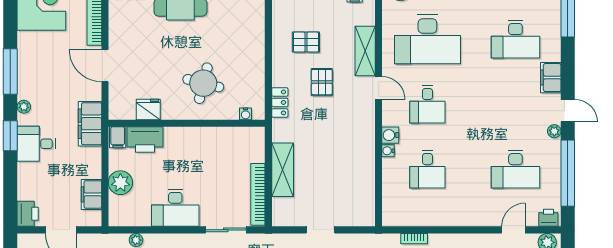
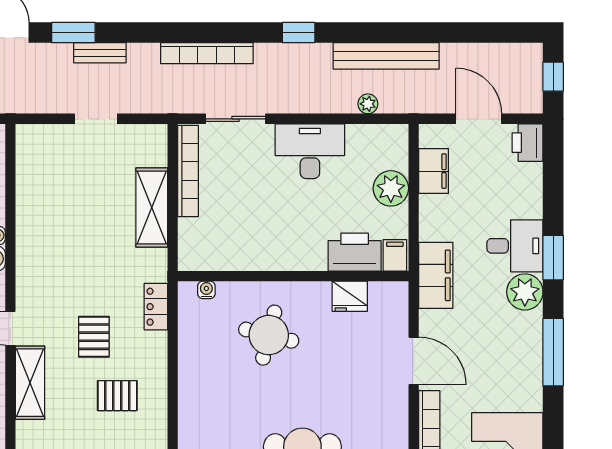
plant: (24, 107) -> (525, 292), width x1.88, depth x1.88

